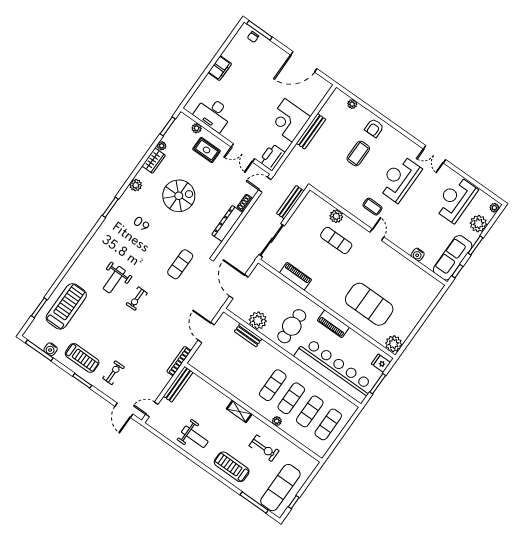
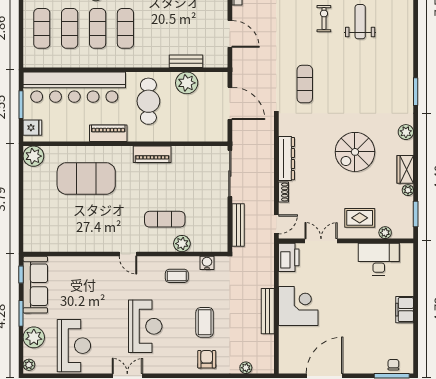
coffee table: (372, 207) -> (177, 276), moved
water cooler: (418, 255) -> (207, 263), moved
piano: (296, 276) -> (152, 154), moved

